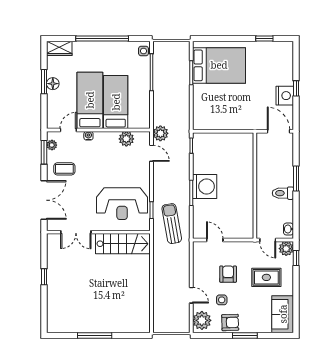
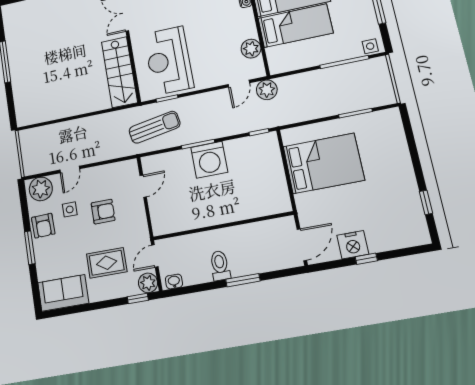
bed: (219, 65) -> (324, 163), moved, turned -90
rug: (266, 277) -> (107, 263), turned 90

